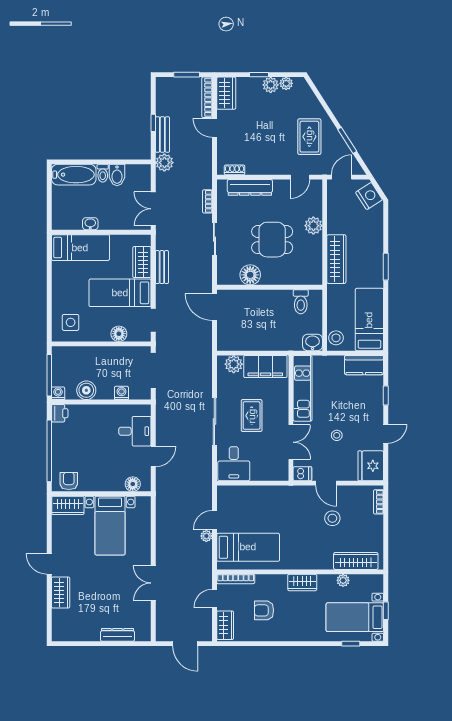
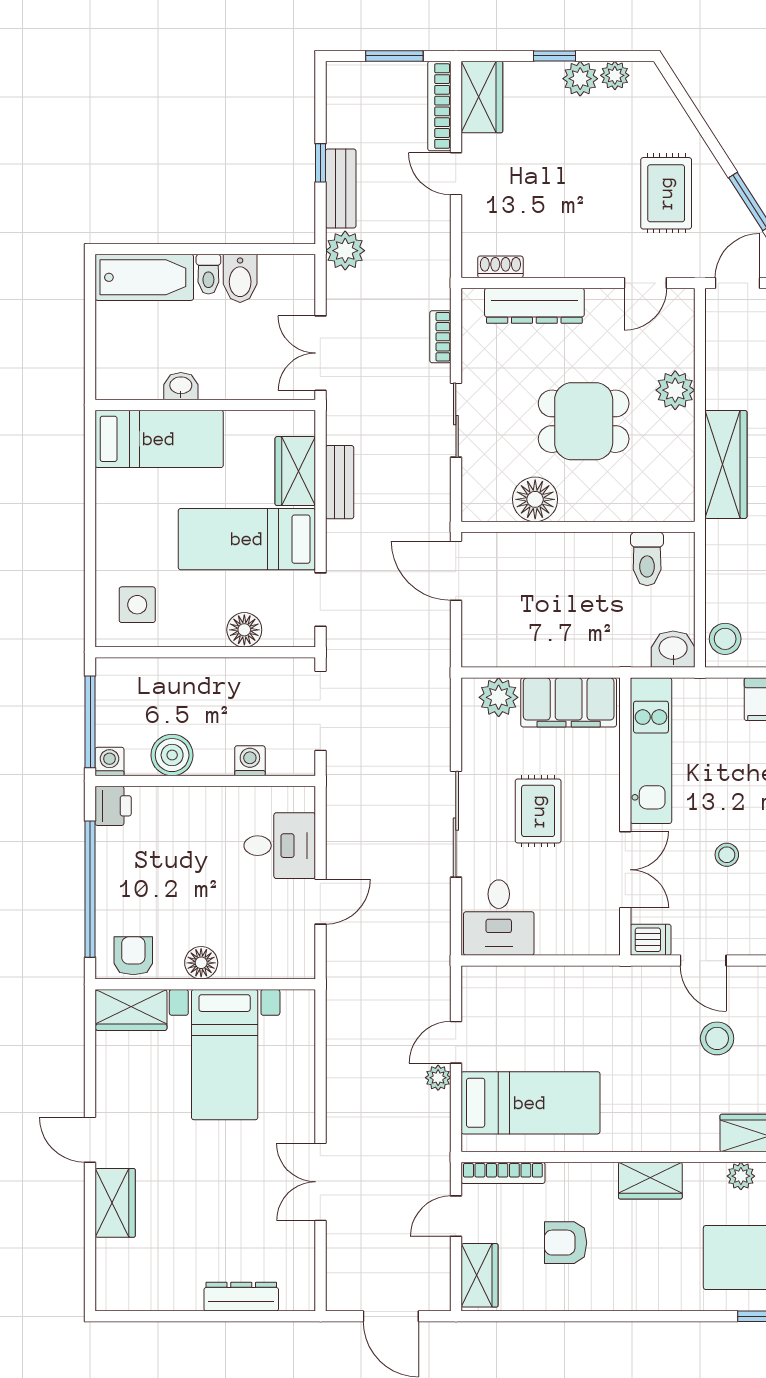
floor lamp: (133, 484) -> (201, 963), moved

